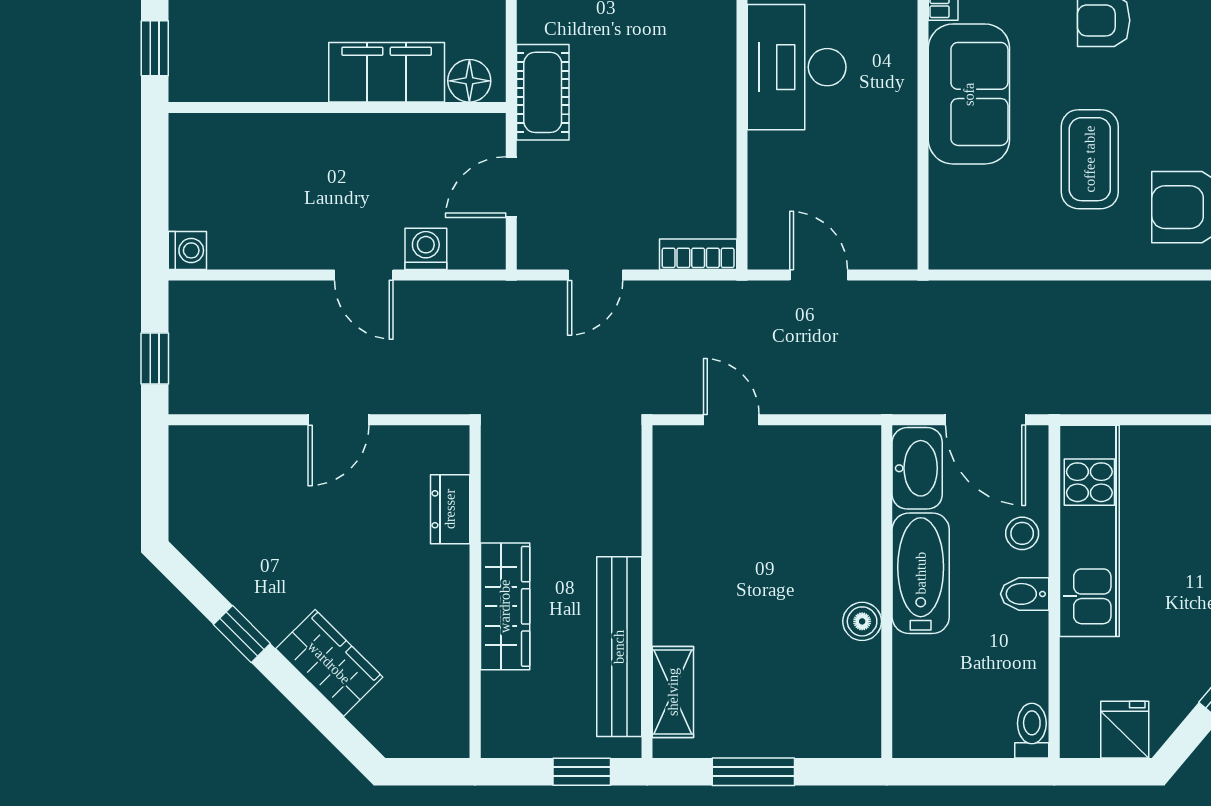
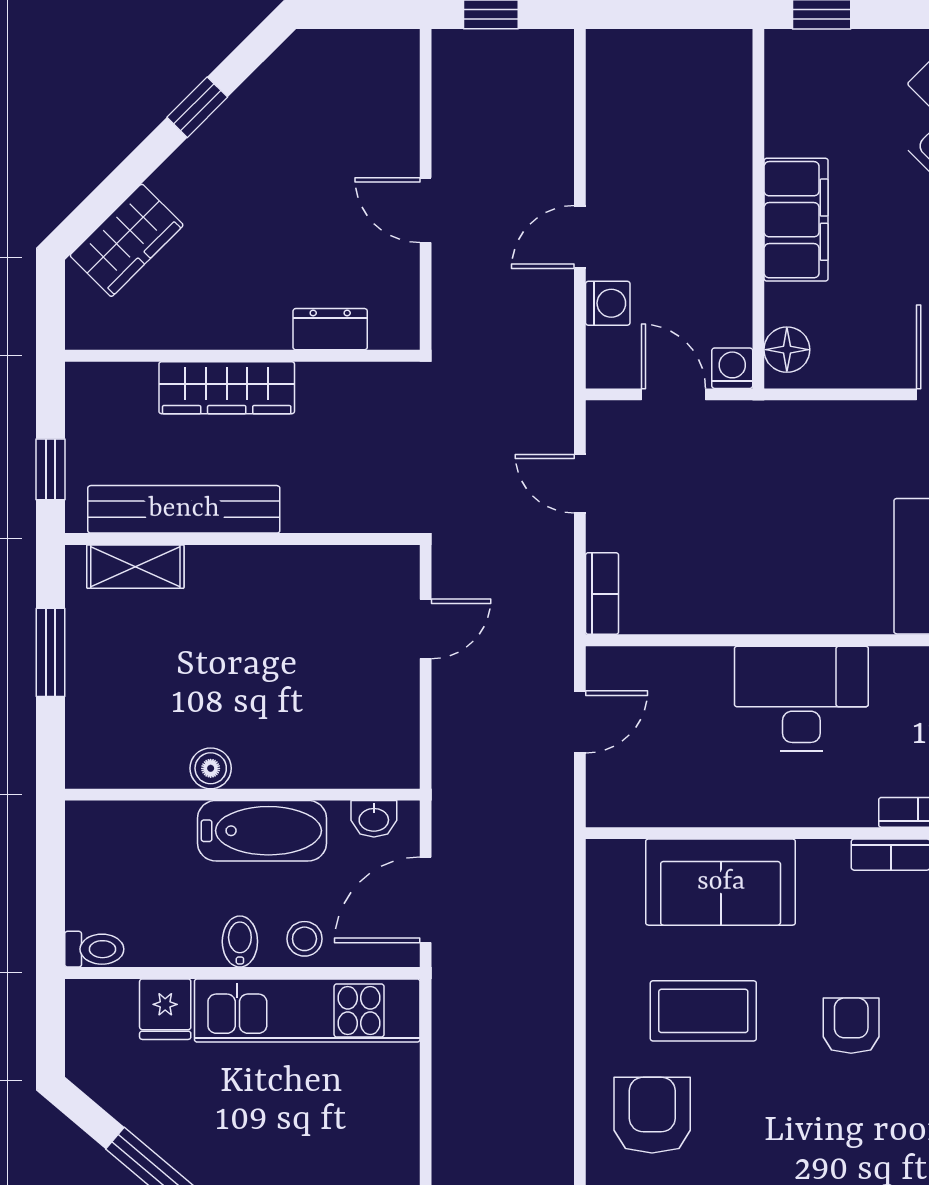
filing cabinet: (387, 72) -> (796, 220), moved
cot: (543, 92) -> (775, 428), removed
sofa: (969, 94) -> (721, 882), moved
washing machine: (187, 250) -> (732, 368), moved, turned 180
washbasin: (917, 468) -> (374, 819), width x0.52, depth x0.69
wardrobe: (329, 663) -> (127, 240), moved
fridge: (1125, 730) -> (165, 1009), moved, turned 90

